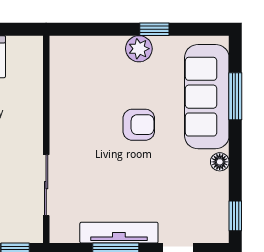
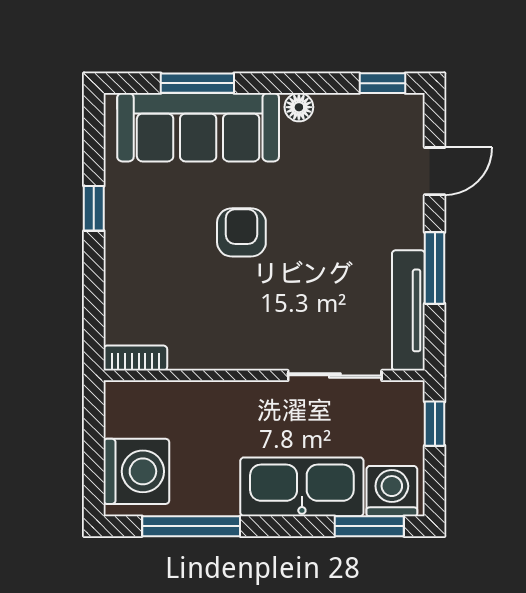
plant: (139, 49) -> (124, 232), removed
bookcase: (57, 56) -> (135, 358), added
tv unit: (119, 233) -> (408, 310), moved

